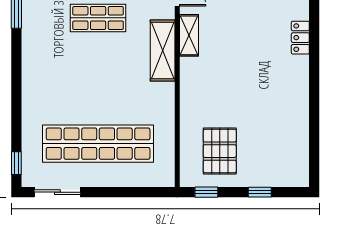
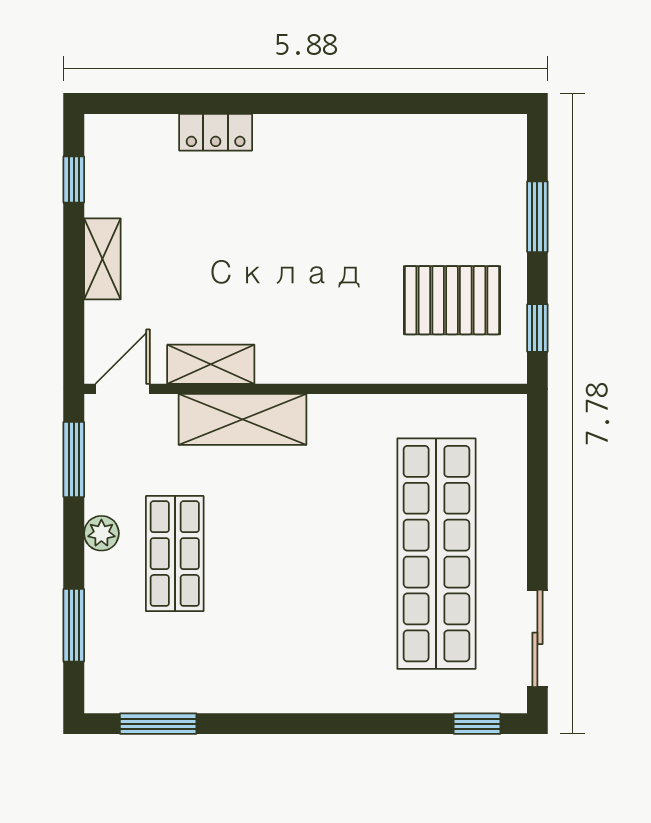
window: (260, 192) -> (537, 217), width x1.50

